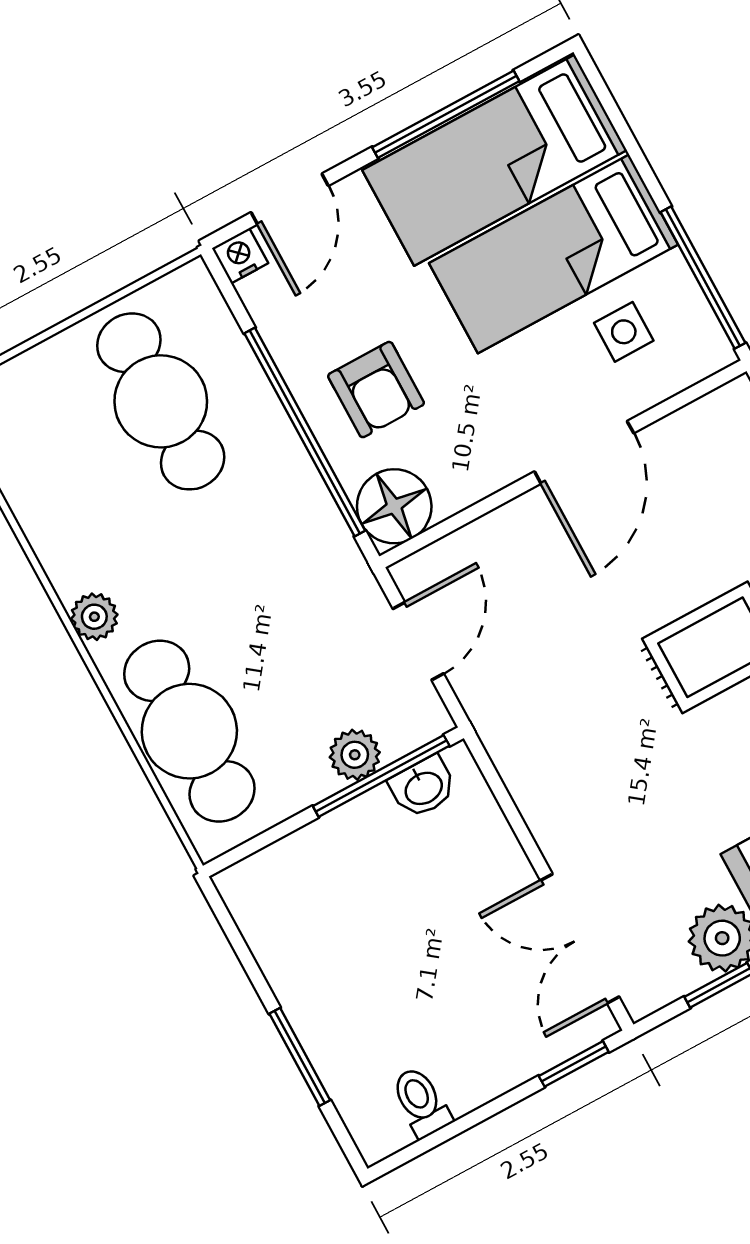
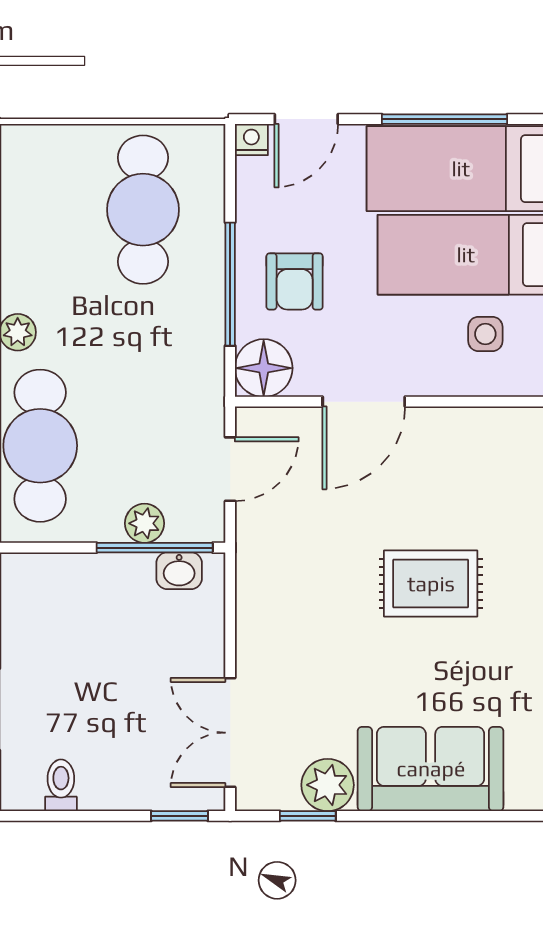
window: (305, 432) -> (230, 284), width x0.68
door: (584, 452) -> (364, 402), moved

